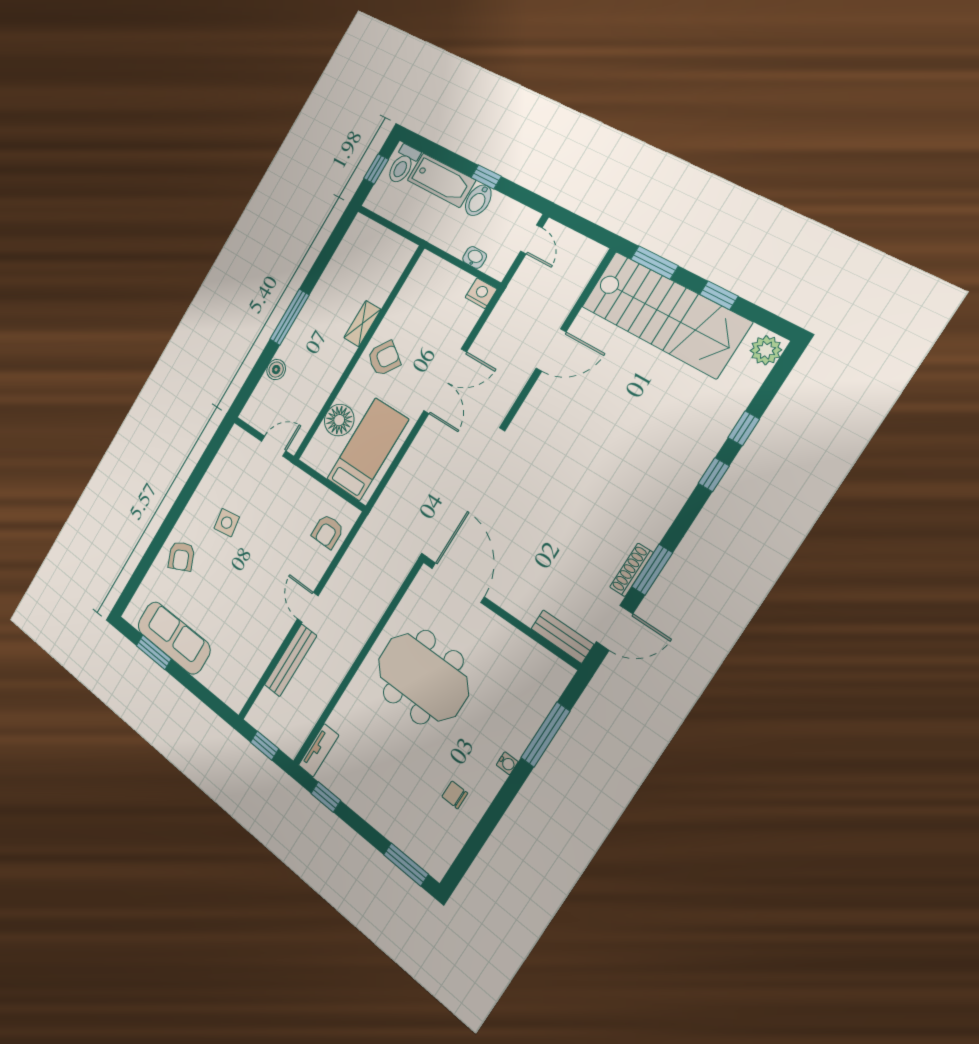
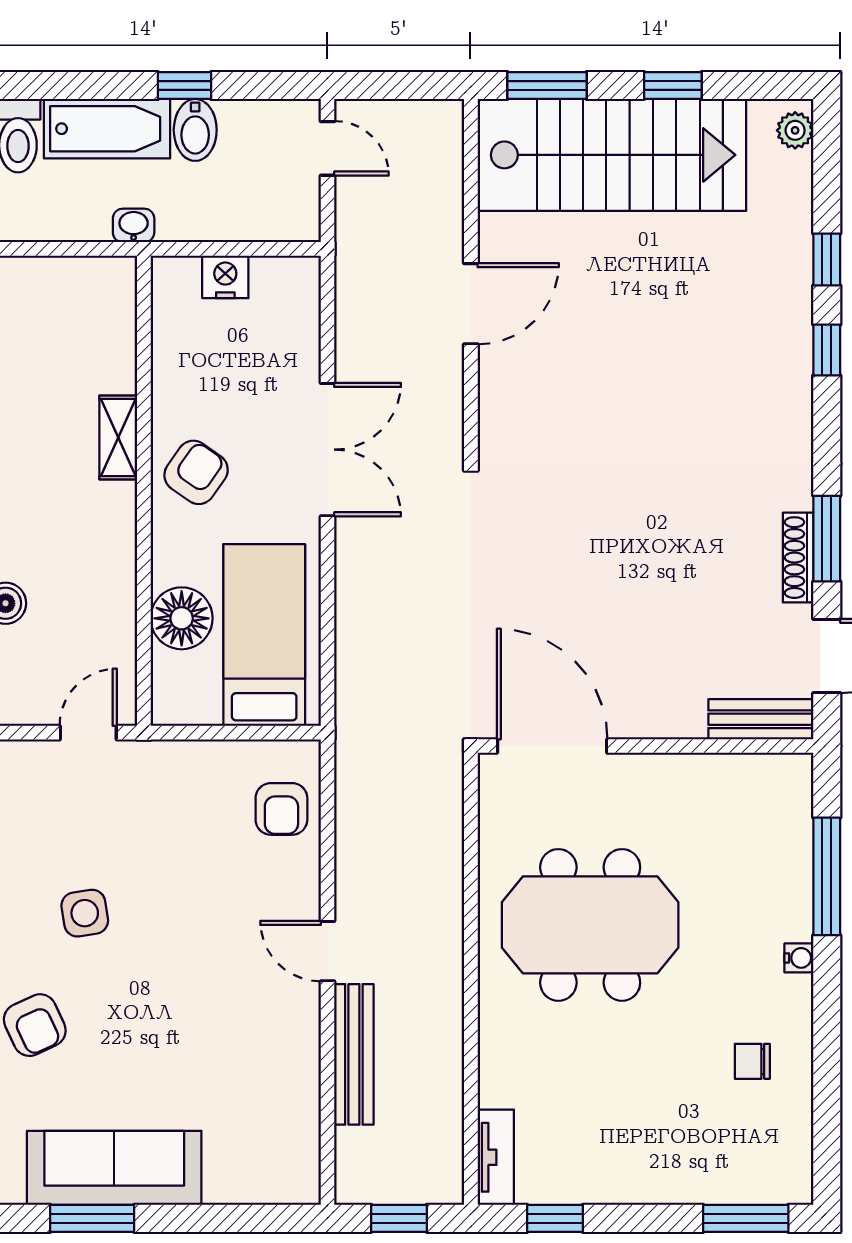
washbasin: (475, 257) -> (134, 225), moved
nightstand: (481, 293) -> (225, 277), moved
plant: (766, 350) -> (795, 130), width x0.73, depth x0.73

